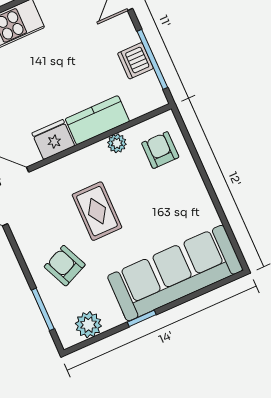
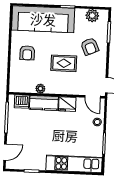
dishwasher: (135, 61) -> (22, 101), moved, turned 90
armchair: (160, 150) -> (27, 53), moved
rug: (97, 211) -> (64, 63), turned 90

